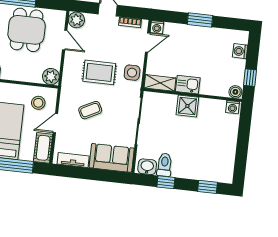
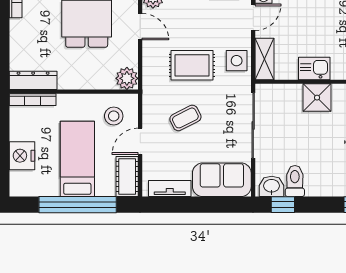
shelving: (160, 83) -> (264, 59), moved, turned 90
window: (166, 182) -> (283, 205), moved

